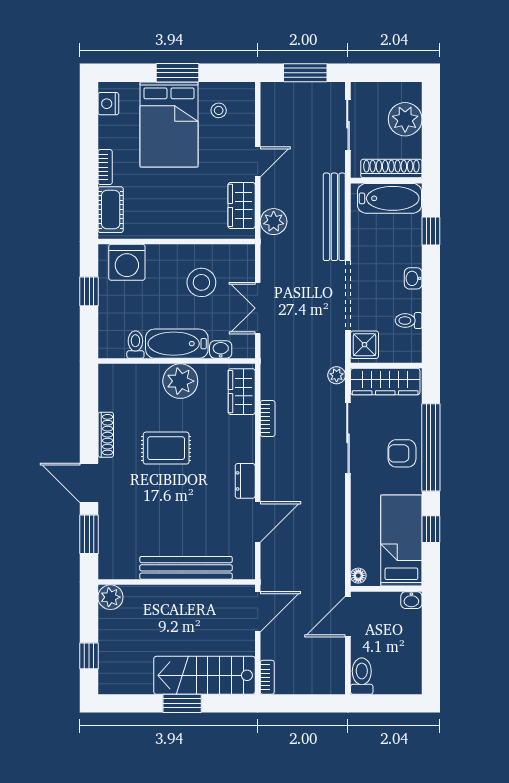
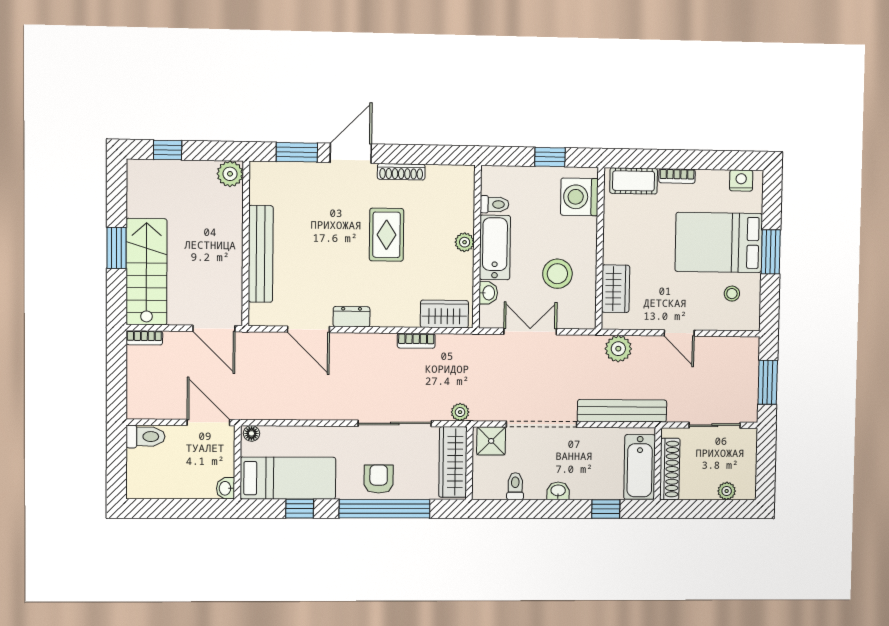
plant: (405, 119) -> (727, 491), width x0.53, depth x0.53
wardrobe: (242, 205) -> (616, 289), moved, turned 90
plant: (180, 381) -> (465, 242), width x0.53, depth x0.53

